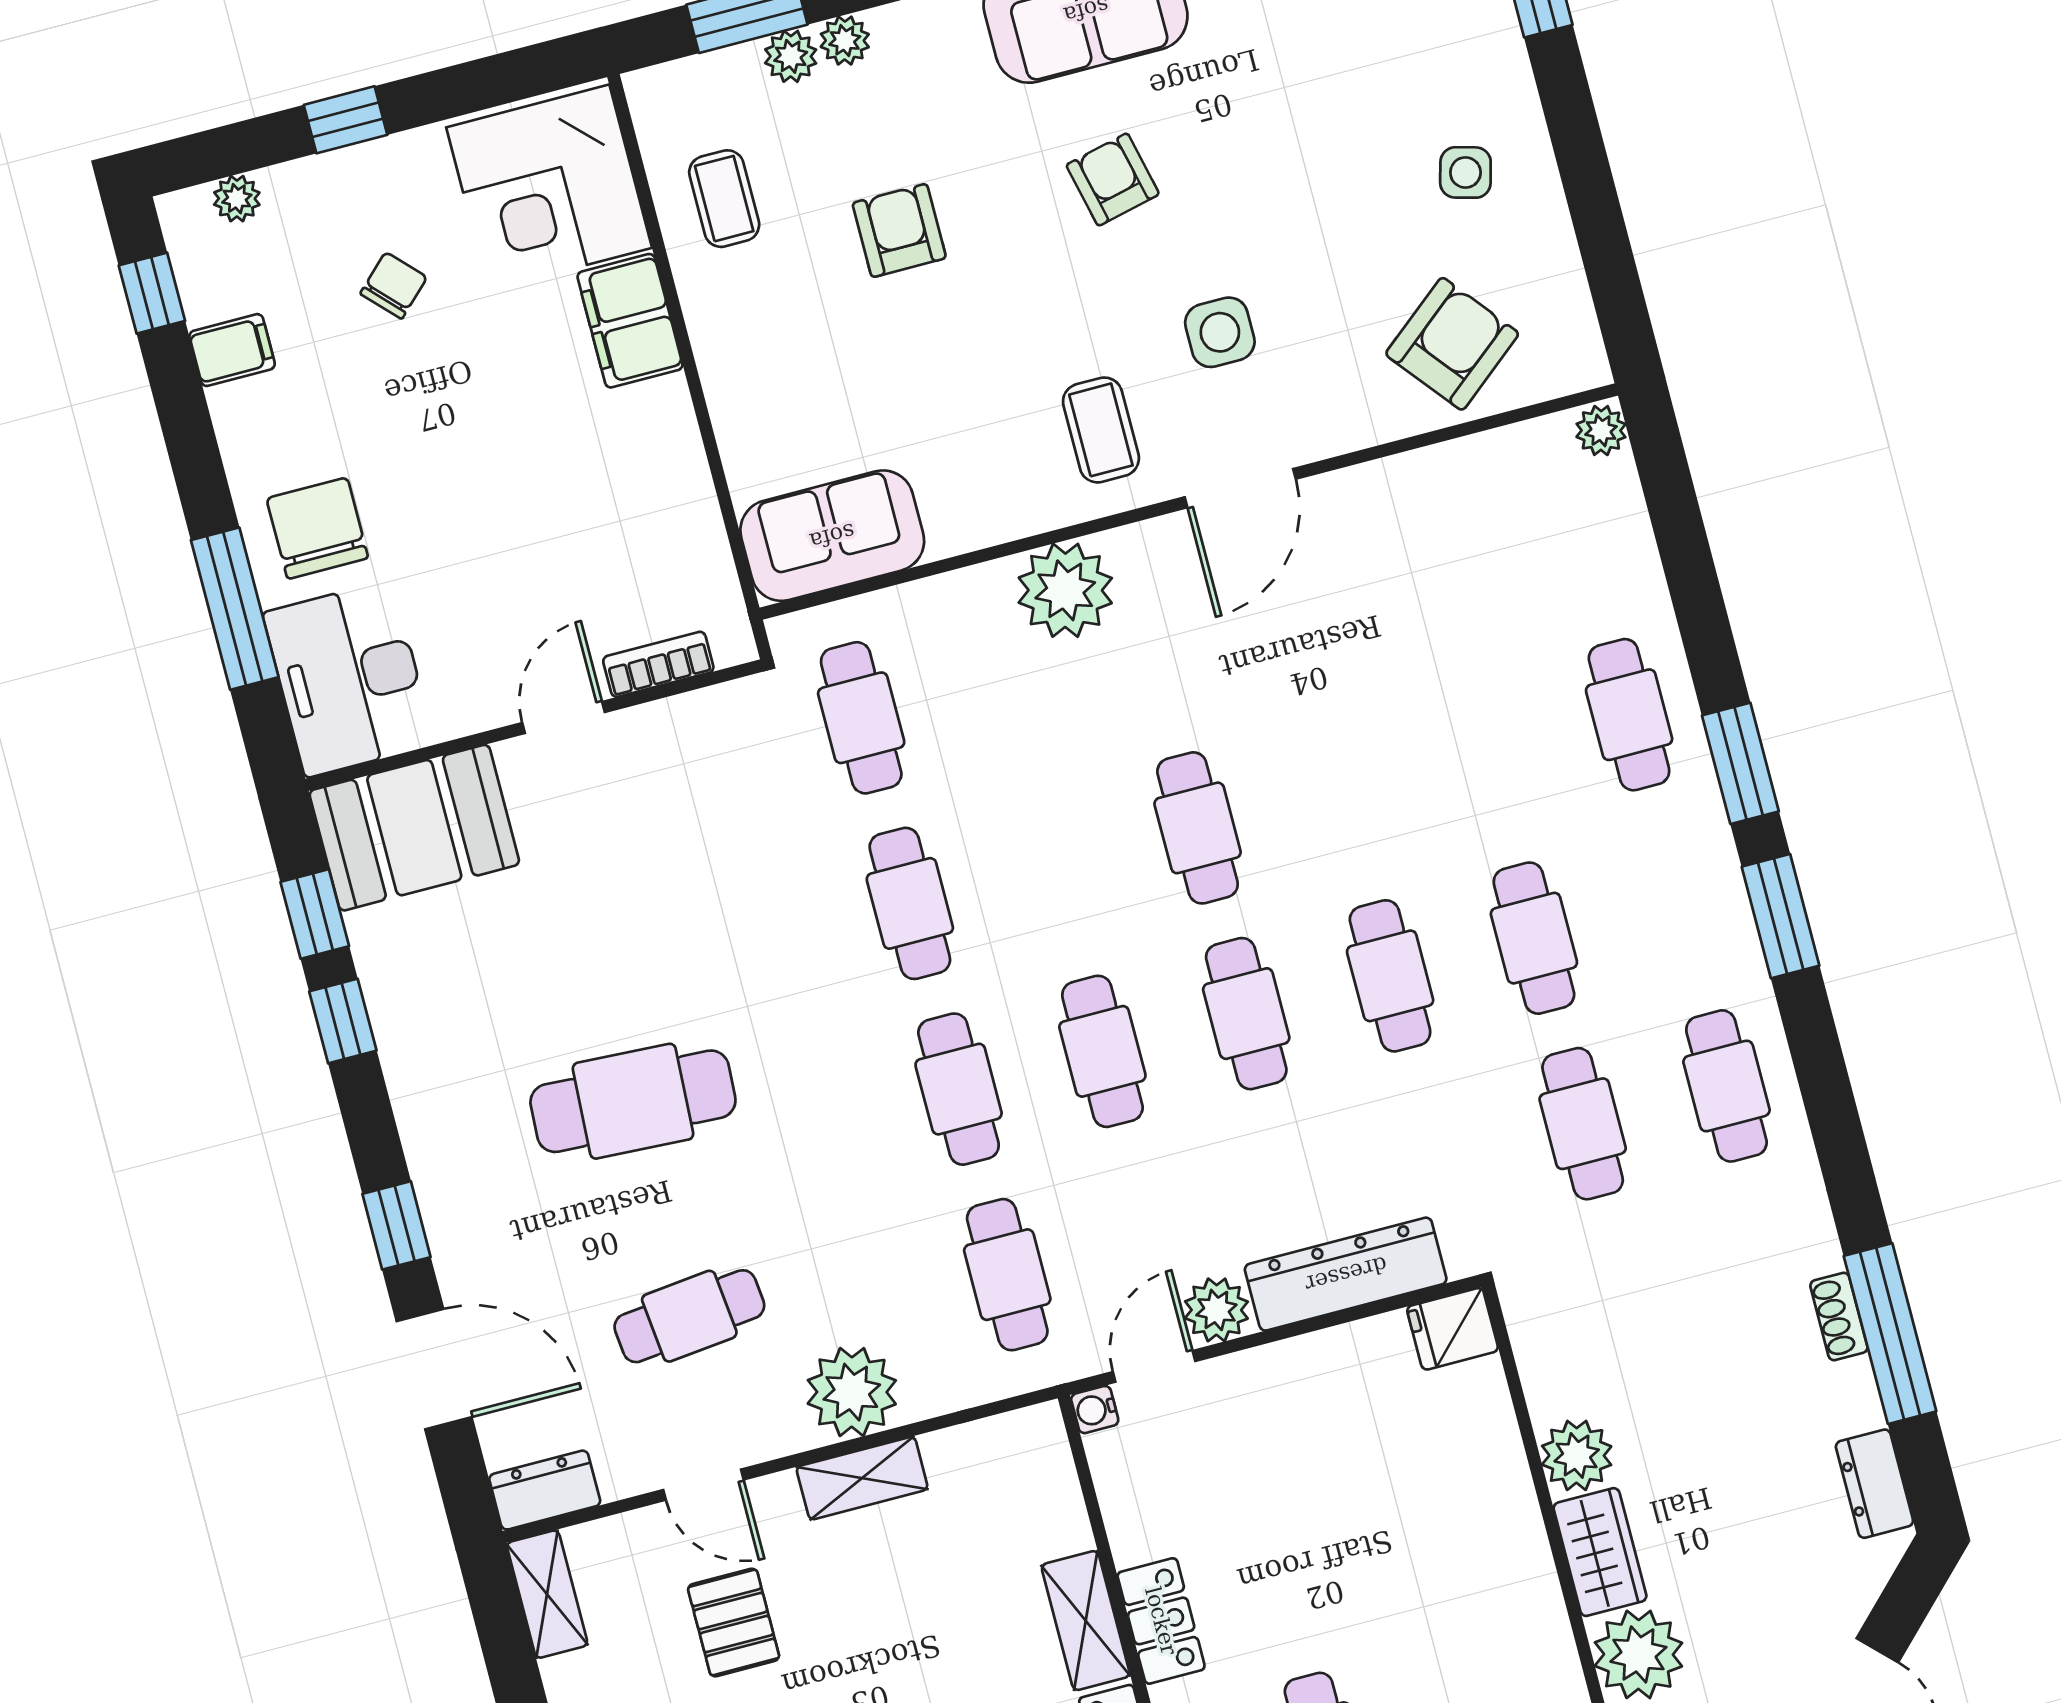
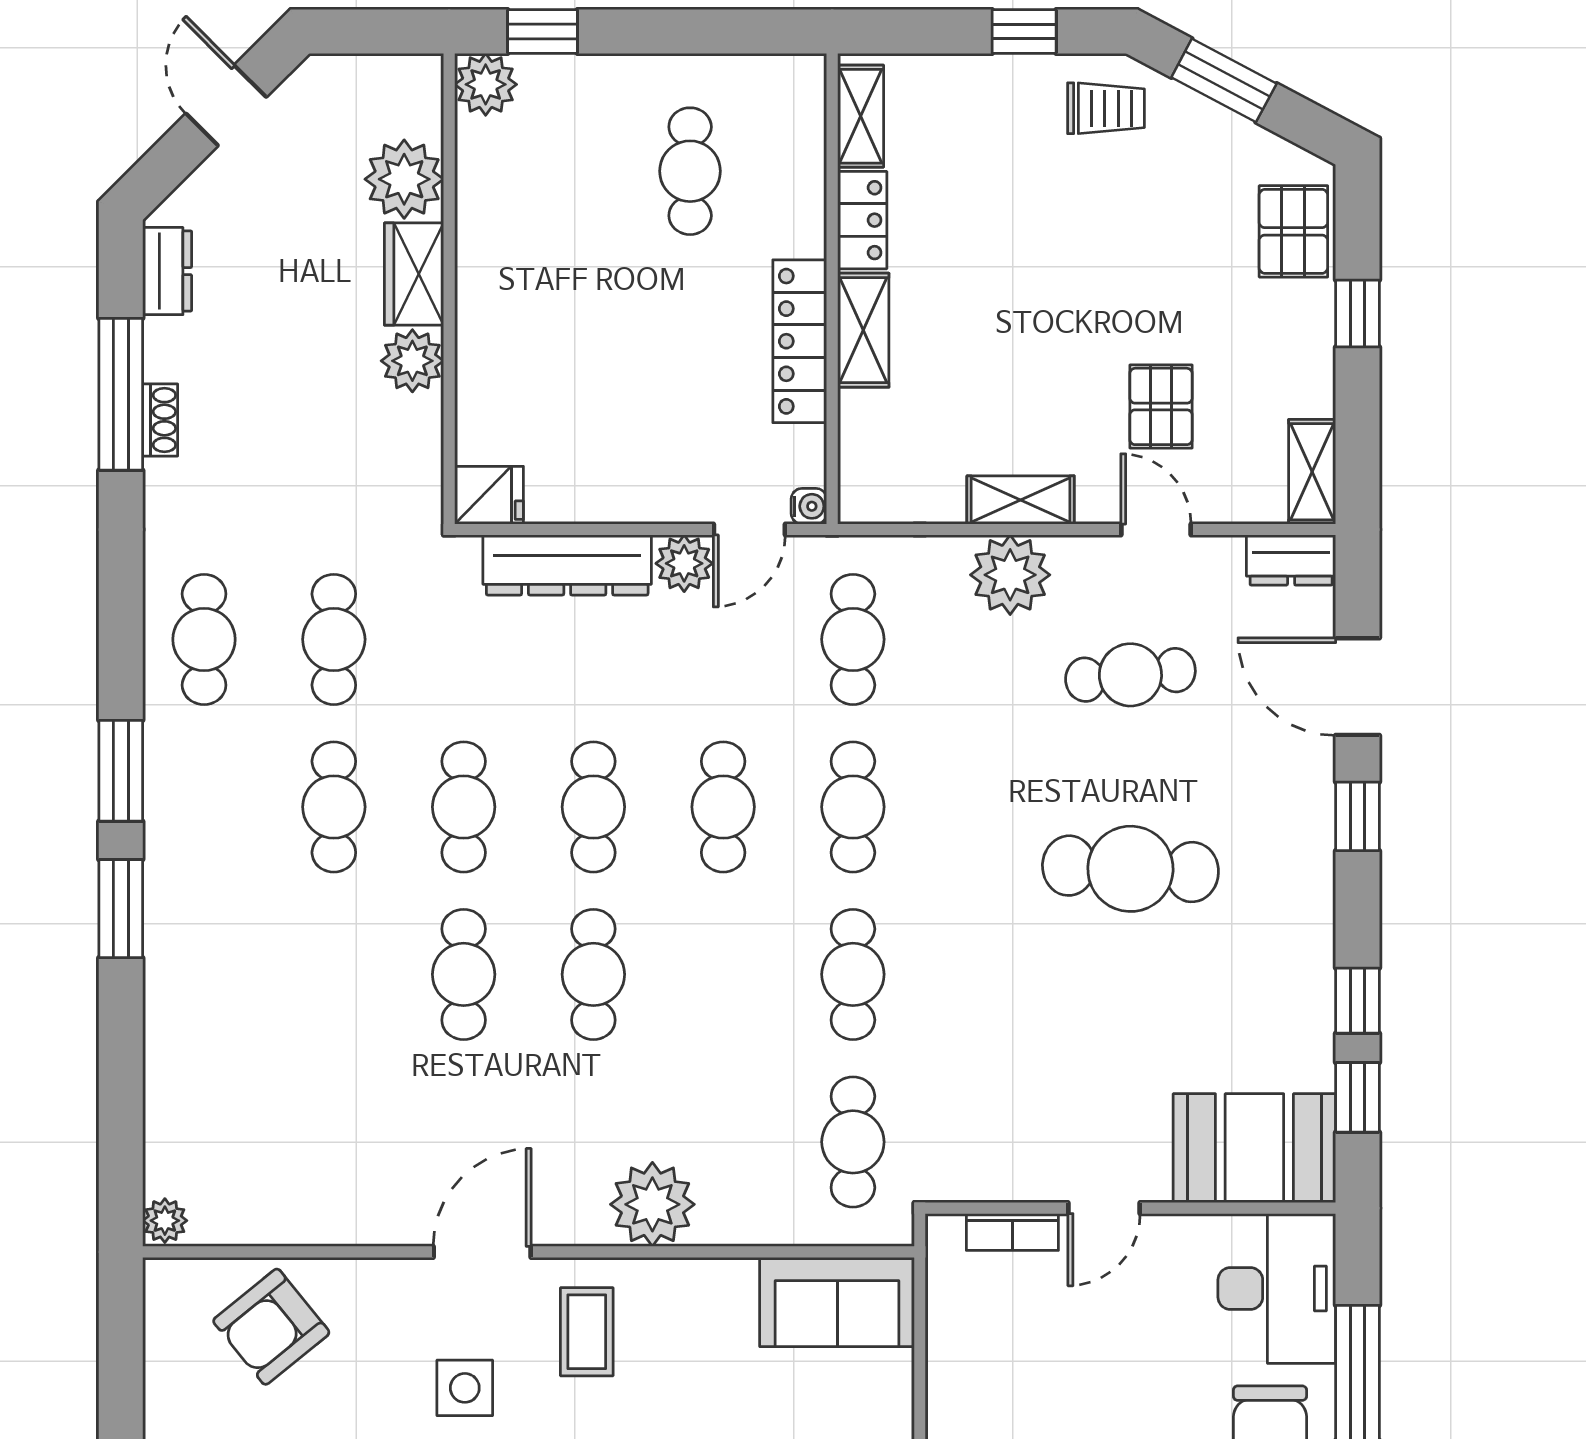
cafe table: (1629, 715) -> (464, 974), moved
locker: (1161, 1621) -> (800, 341), width x1.53

